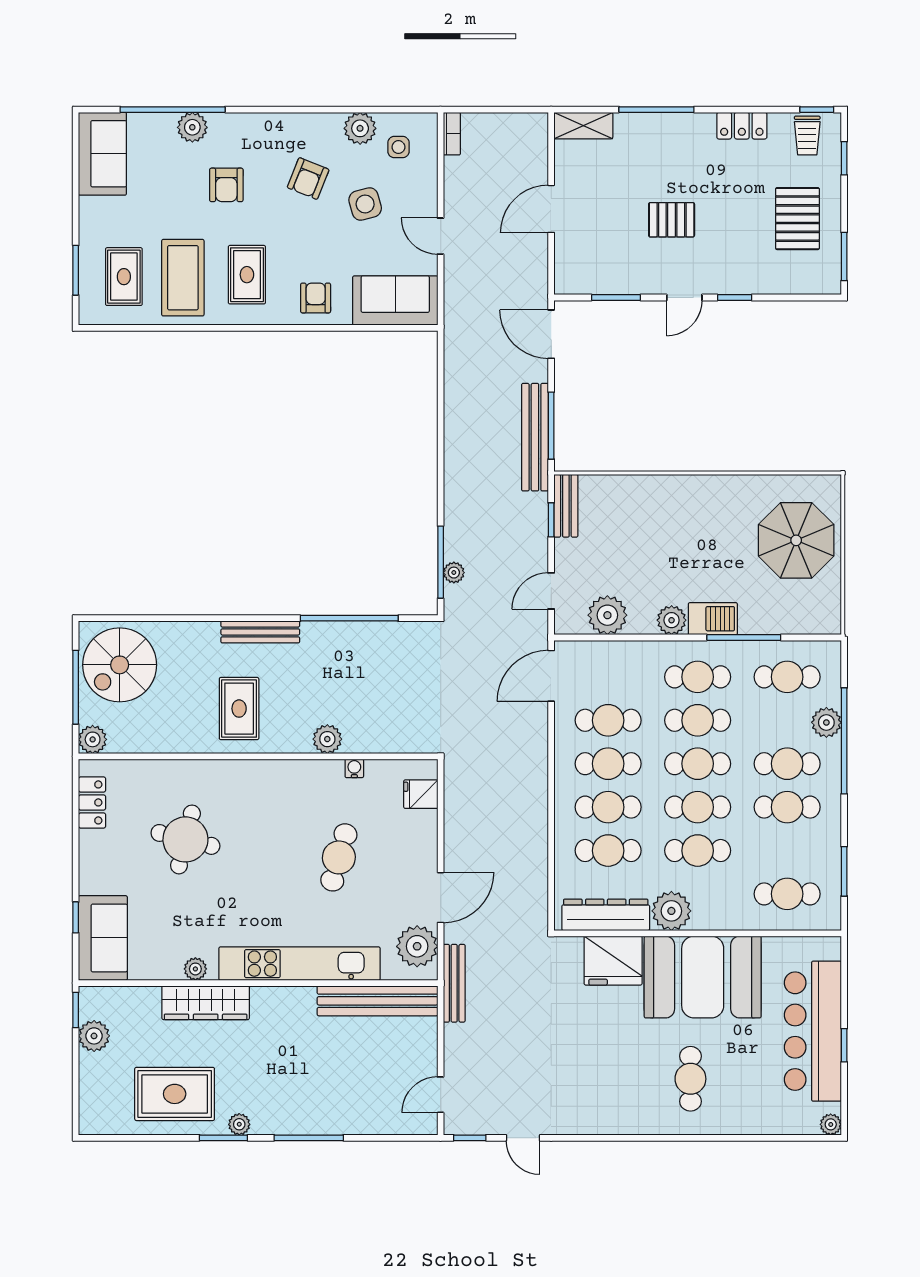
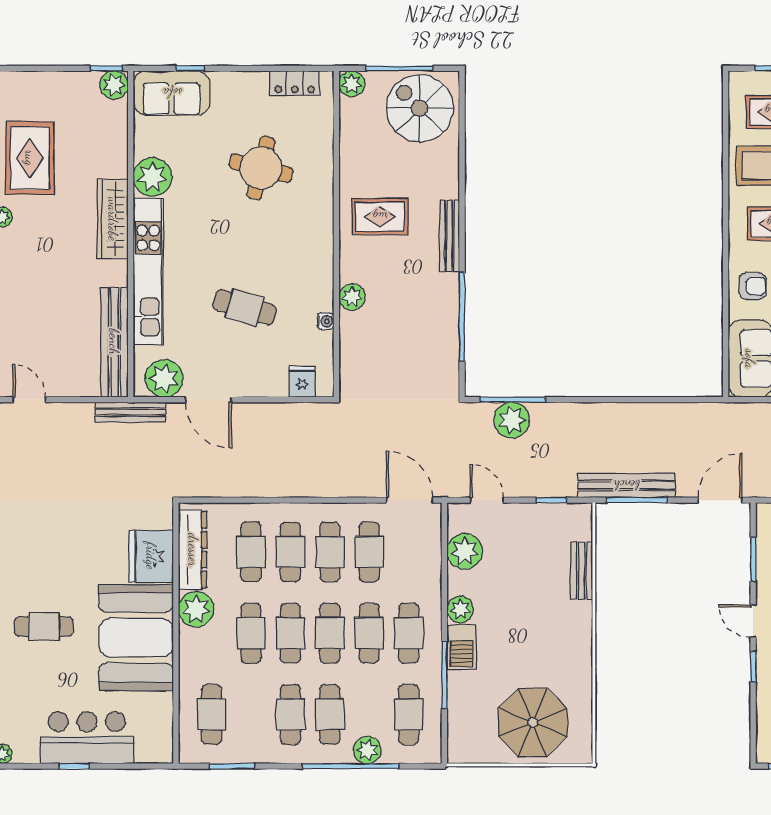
bench: (566, 506) -> (582, 571), moved, turned 90
plant: (454, 573) -> (512, 420), width x1.88, depth x1.88
plant: (195, 969) -> (152, 177), width x1.87, depth x1.87
wardrobe: (206, 1003) -> (113, 219), moved
bar counter: (813, 1031) -> (87, 738), width x0.73
plant: (94, 1036) -> (114, 85), moved

